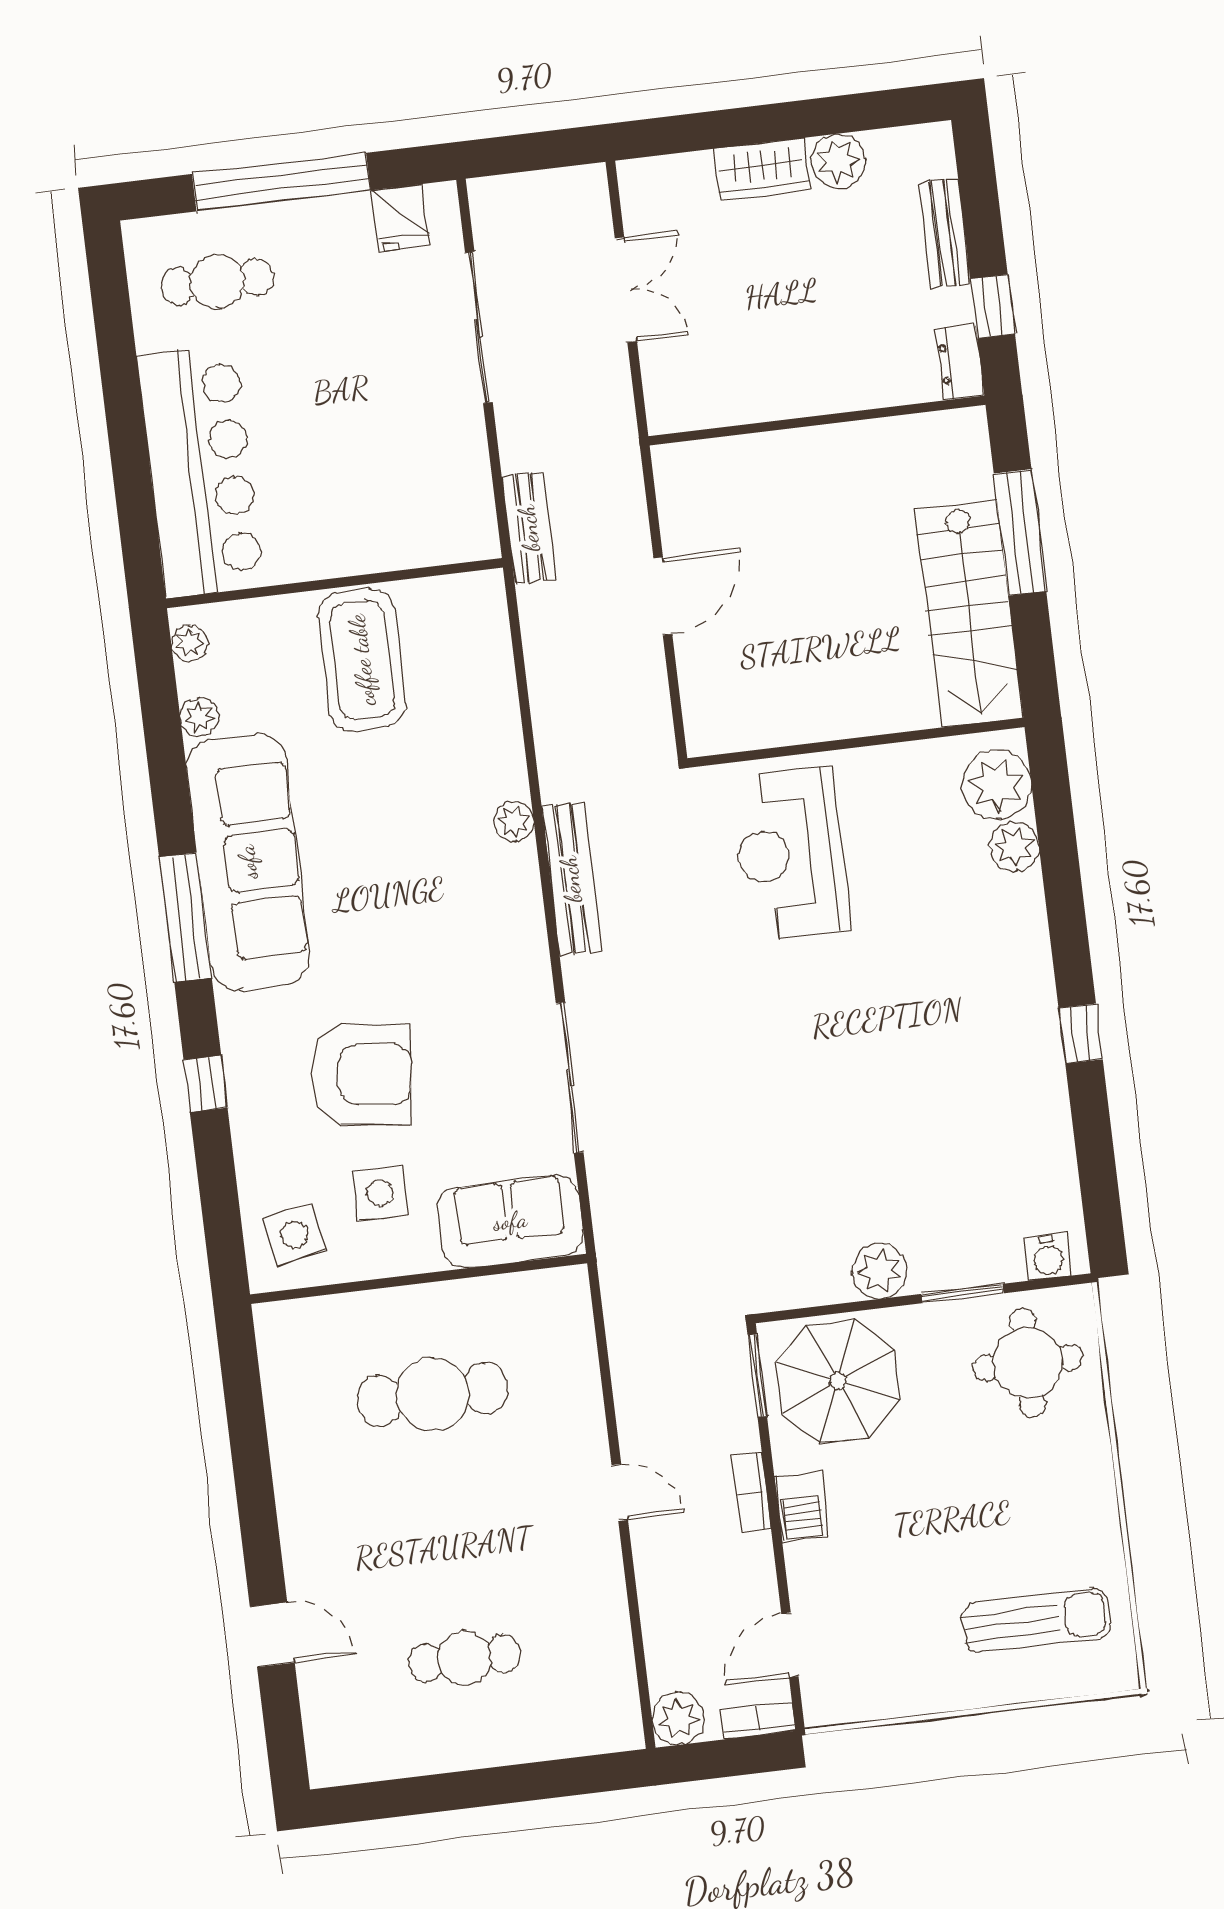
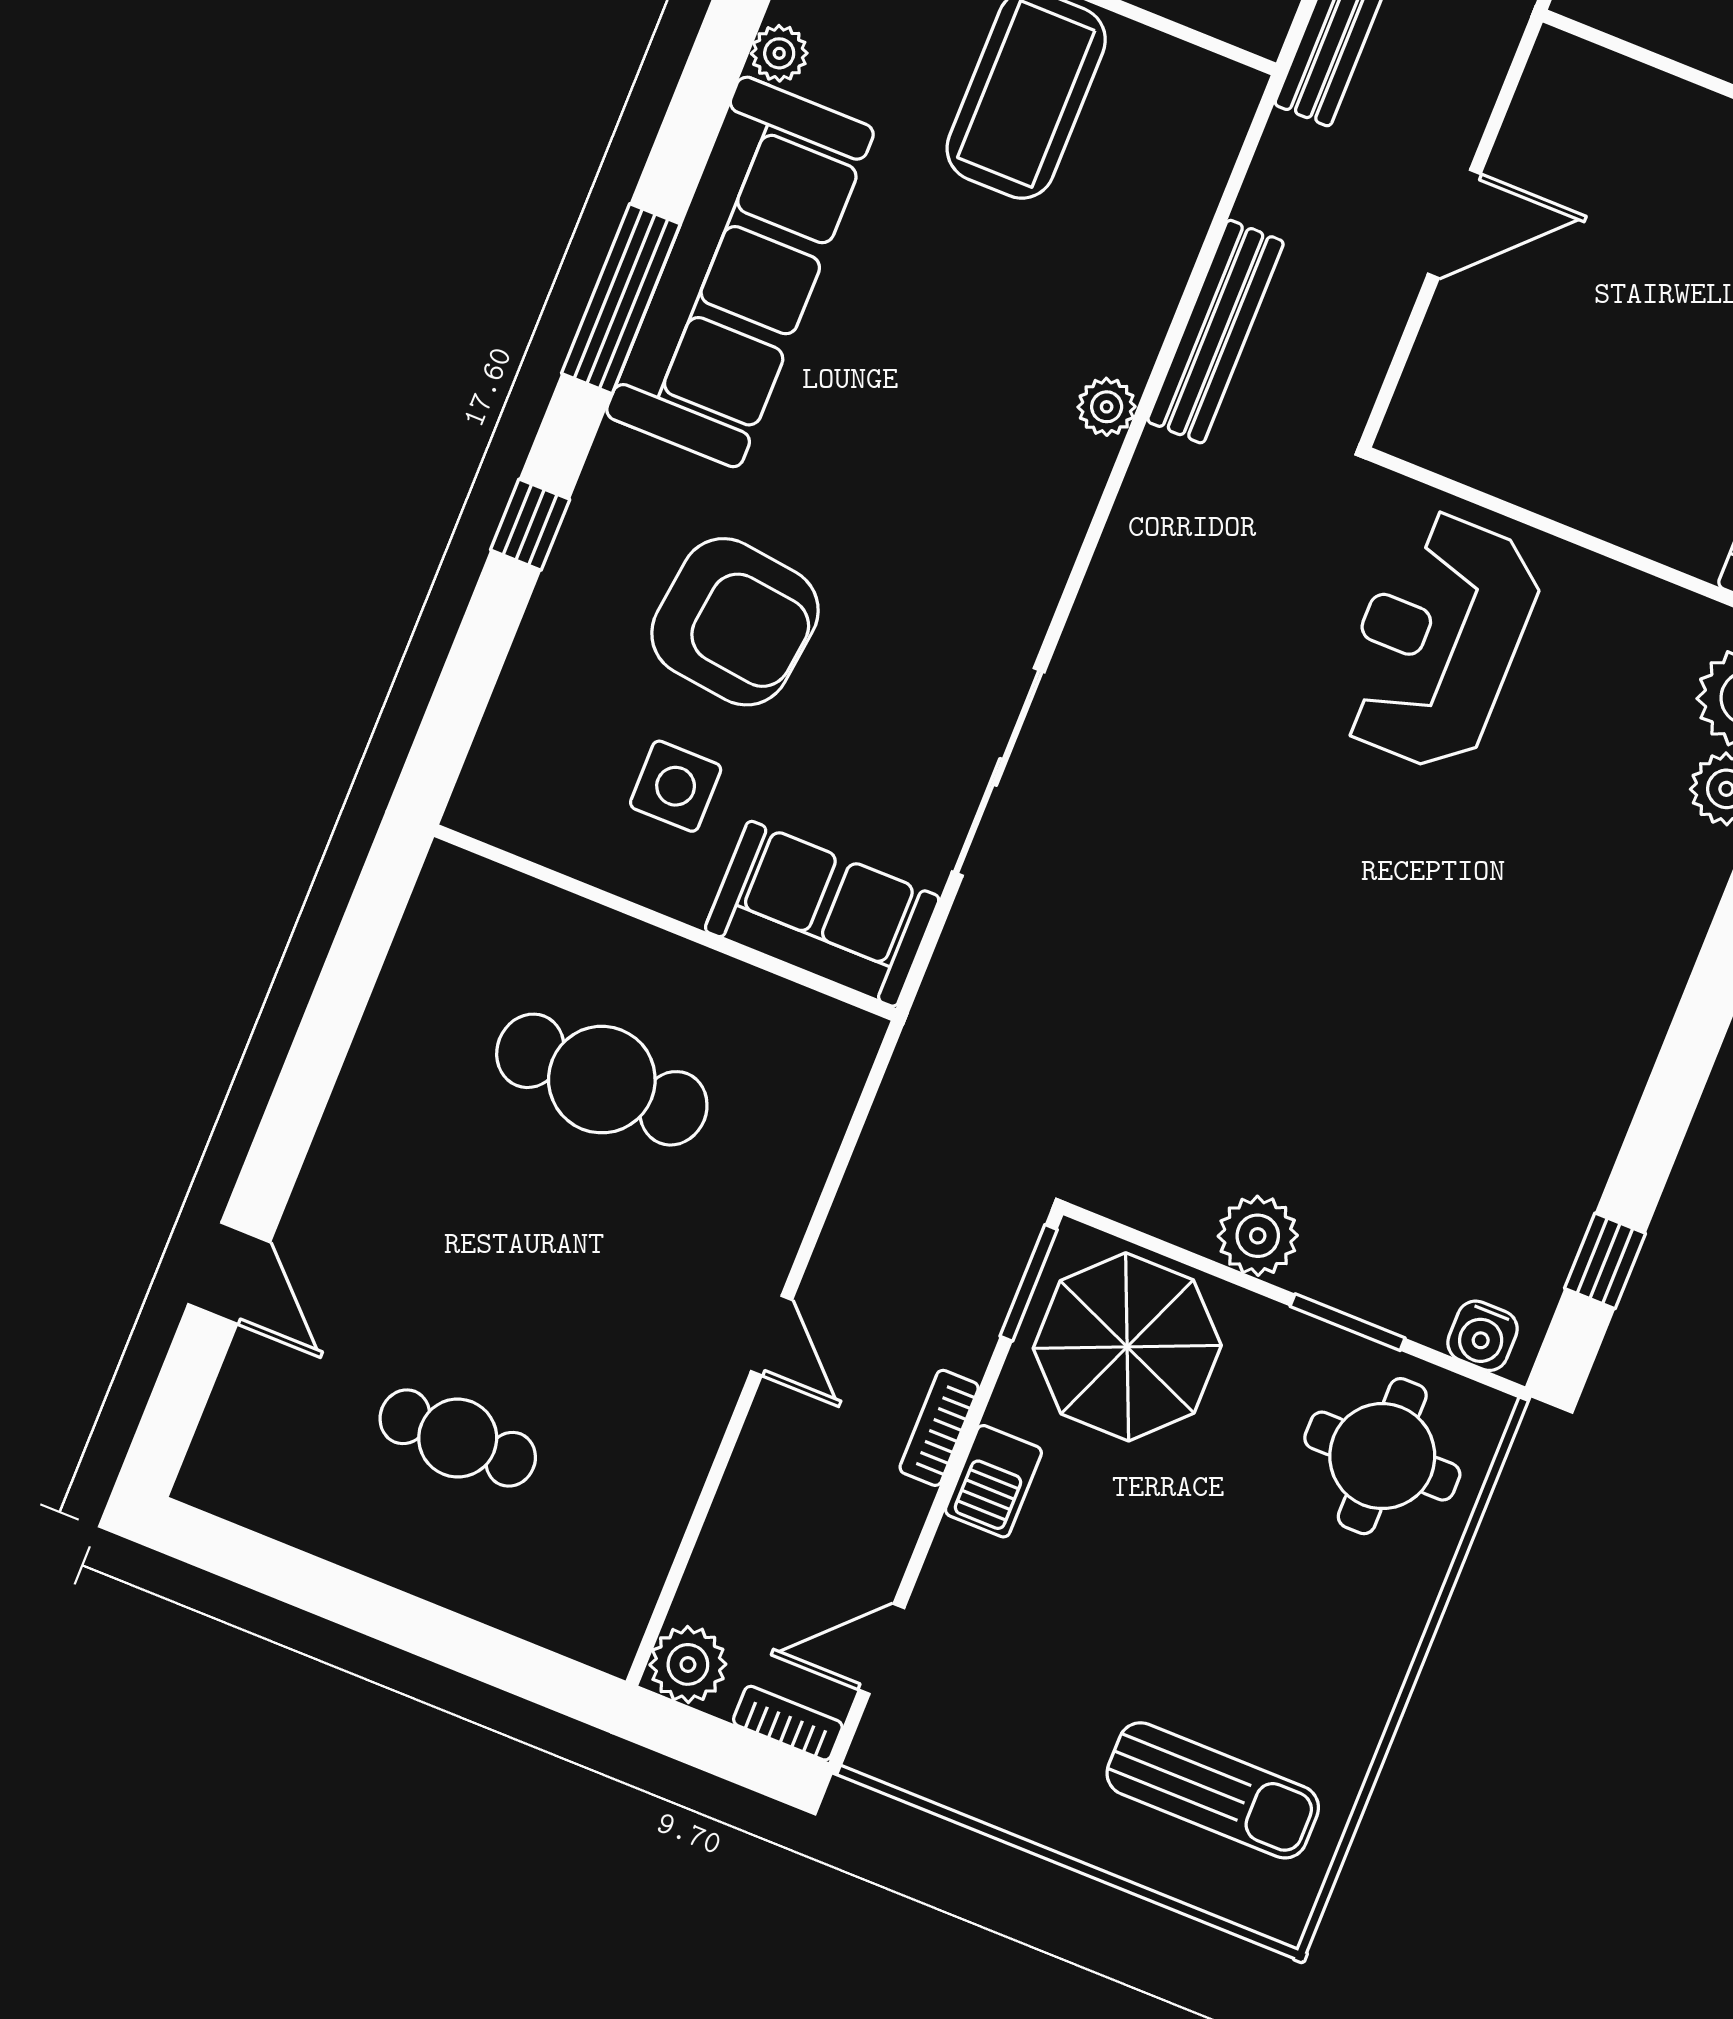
bench: (571, 879) -> (1216, 332), moved
window: (1081, 1034) -> (1605, 1261), moved
side table: (294, 1235) -> (538, 779), removed

